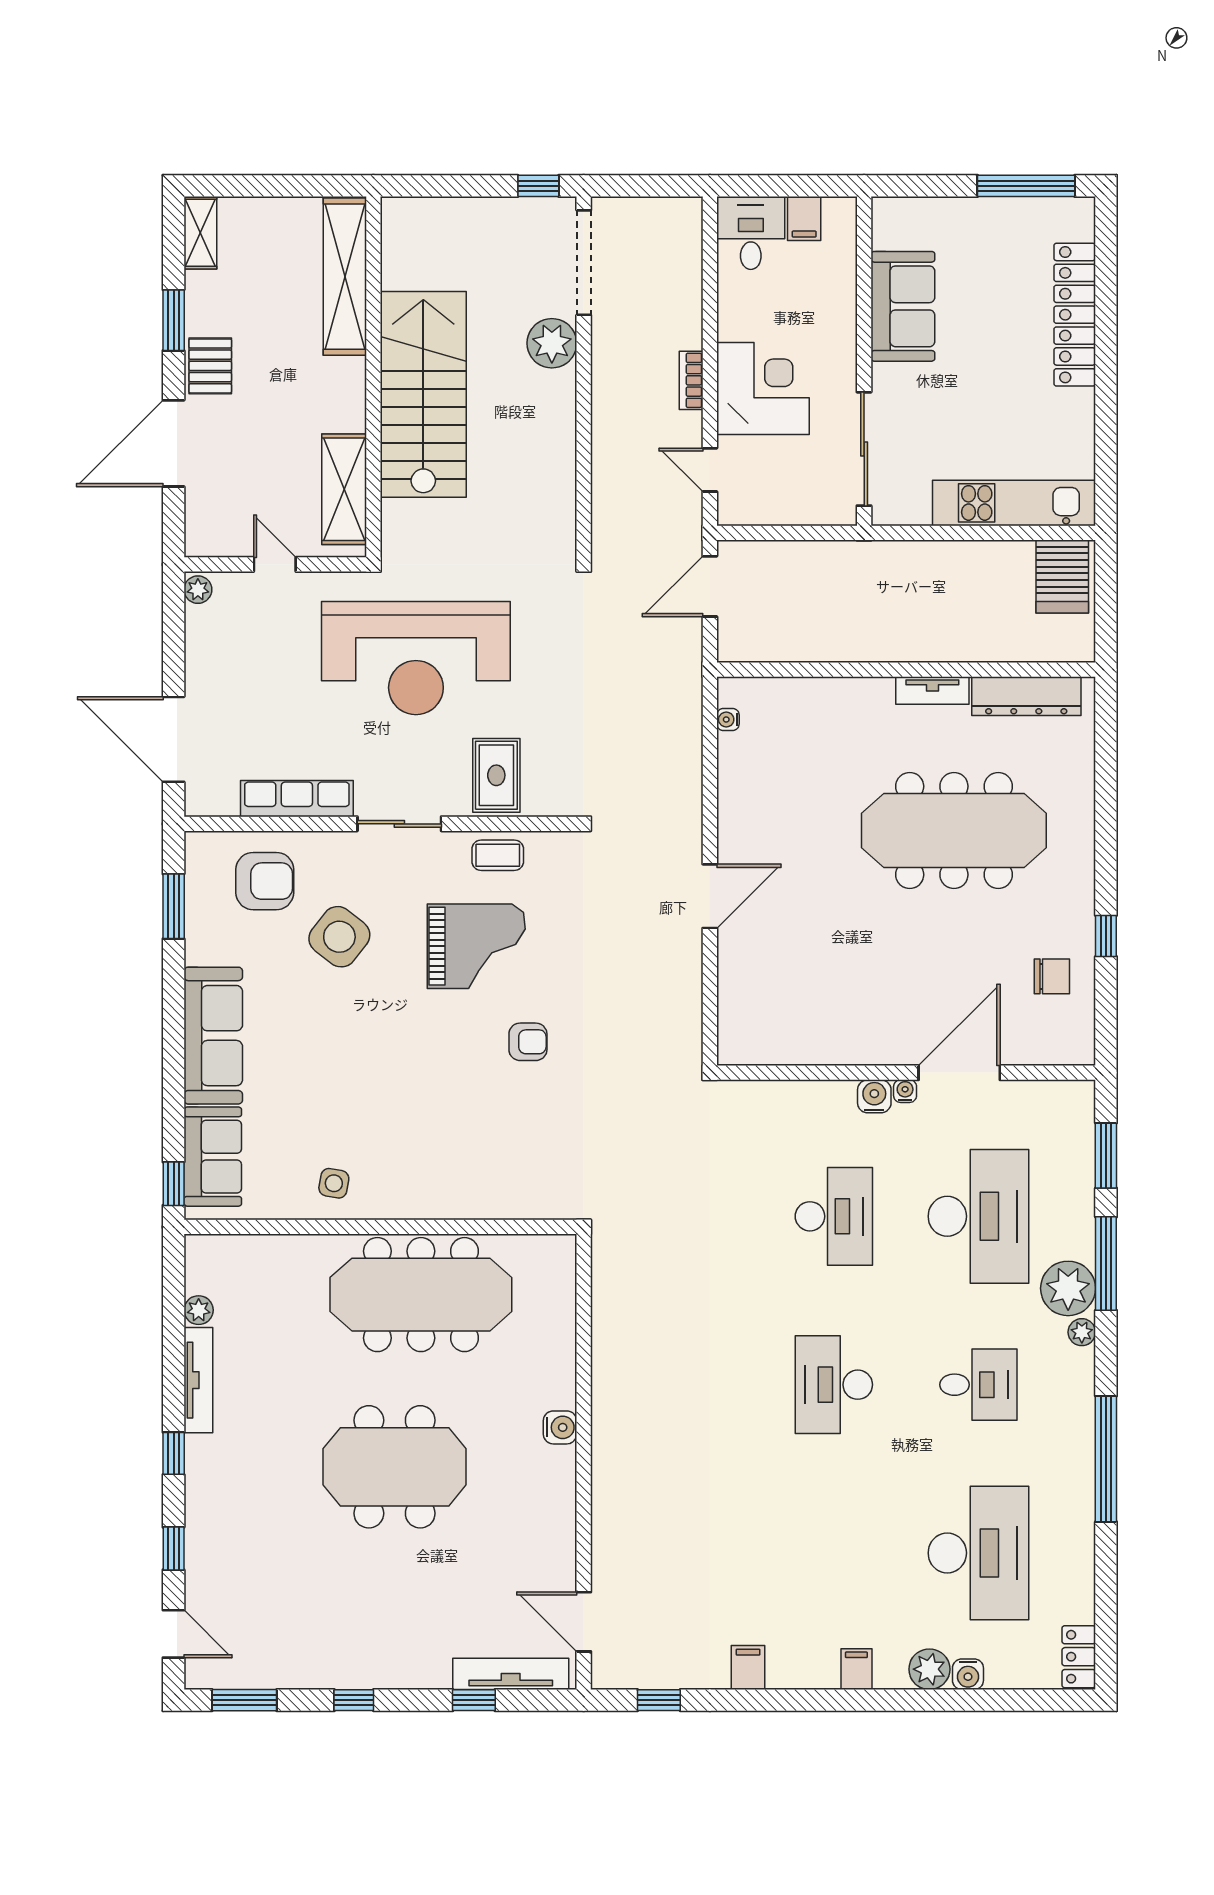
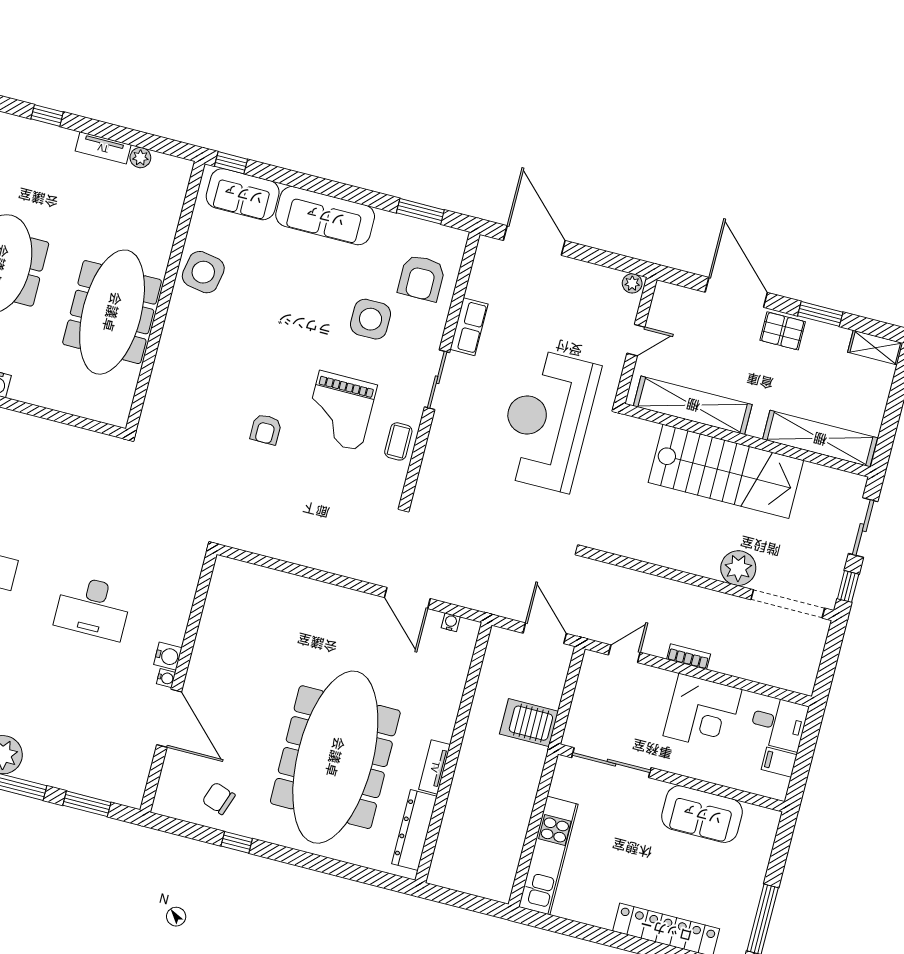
sliding door: (452, 186) -> (863, 528), added
corner desk: (763, 388) -> (703, 713), moved
shelving: (344, 489) -> (693, 405), width x1.47
server rack: (1062, 576) -> (529, 723), moved
door: (174, 739) -> (534, 241), hinge flipped
rug: (496, 775) -> (453, 455), removed
row of seats: (297, 799) -> (469, 327), width x0.68
meeting table: (954, 831) -> (335, 757), width x1.36, depth x1.27
door: (710, 896) -> (407, 598), moved
side table: (339, 937) -> (371, 319), turned -38
chair: (1052, 976) -> (219, 798), turned 109
side table: (334, 1183) -> (203, 272), width x1.87, depth x1.87
desk: (978, 1216) -> (68, 706), removed
tv unit: (198, 1380) -> (103, 148), width x0.71

